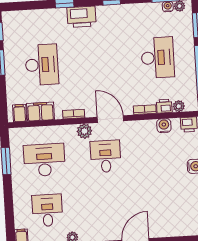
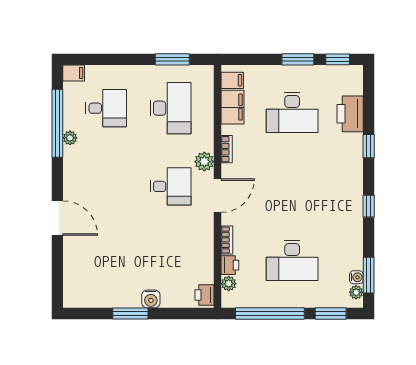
printer: (81, 17) -> (350, 114), moved
water cooler: (164, 126) -> (205, 263), removed

